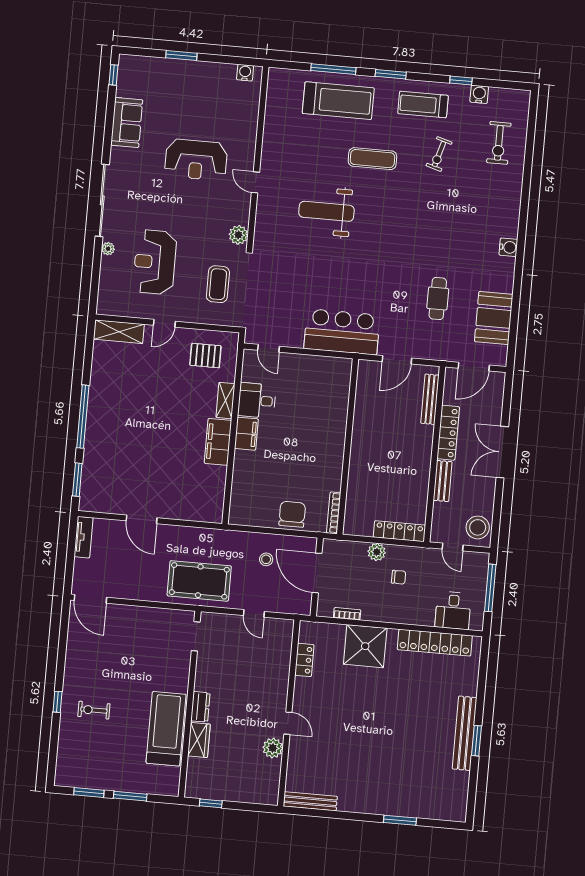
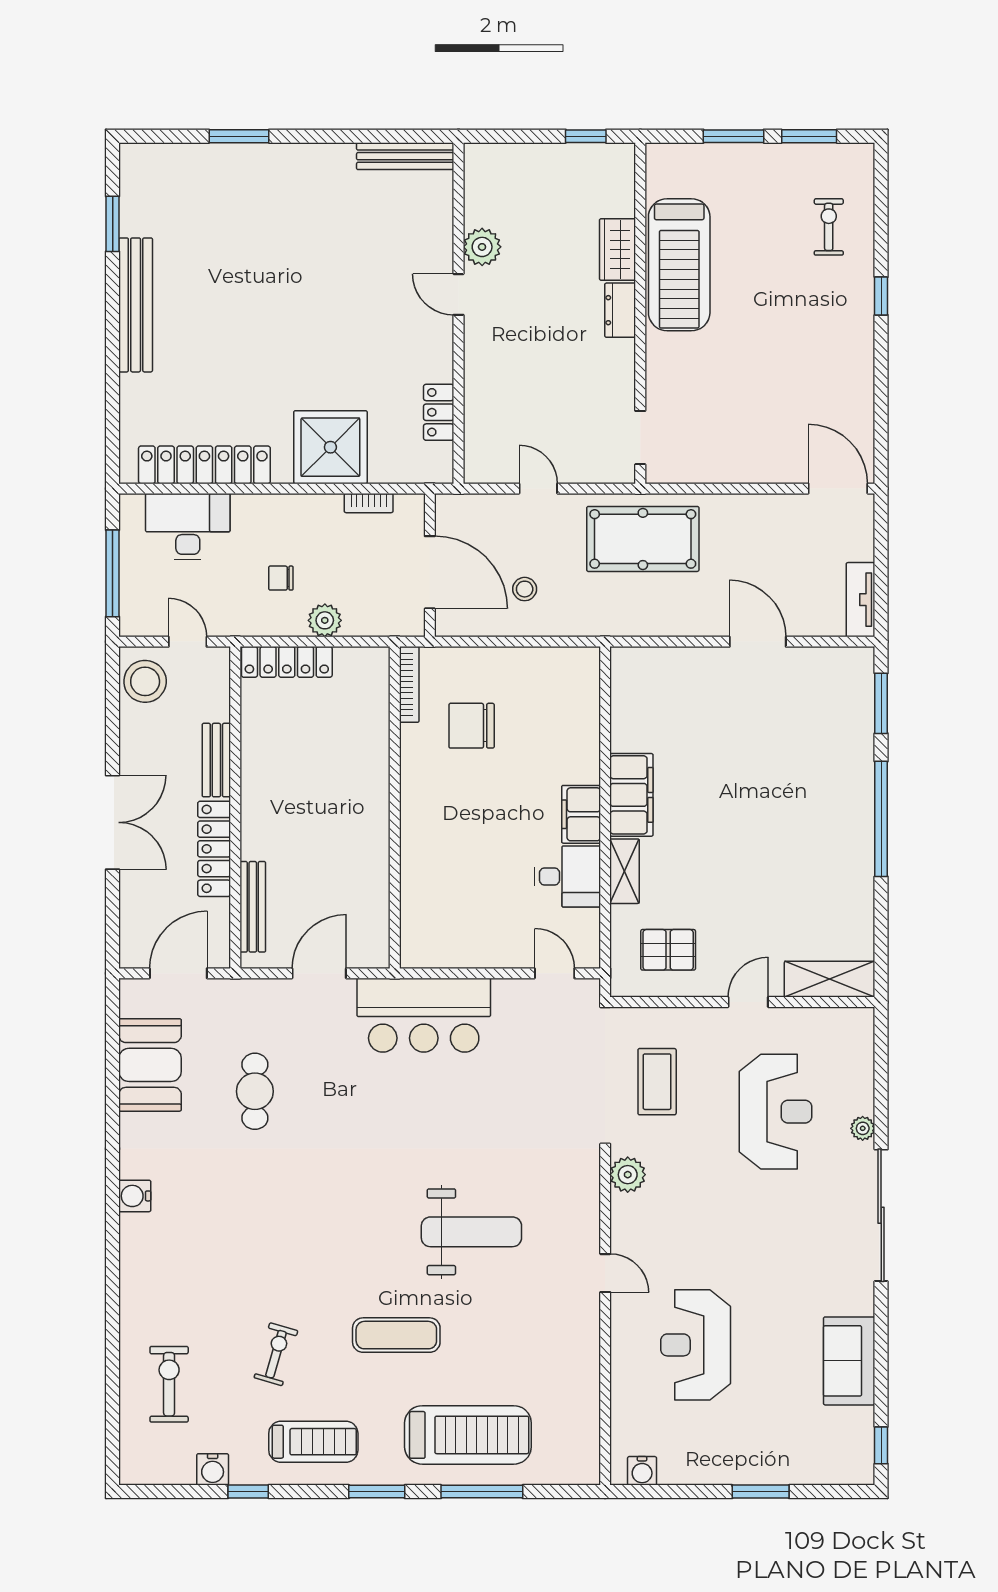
treadmill: (338, 101) -> (468, 1435), turned 180
reception desk: (196, 160) -> (696, 1345), moved, turned -90
chair: (292, 514) -> (472, 726), moved, turned 90
desk: (453, 610) -> (188, 527), width x1.37
exercise bike: (94, 710) -> (829, 227), moved, turned -90
window: (477, 741) -> (113, 224), moved

